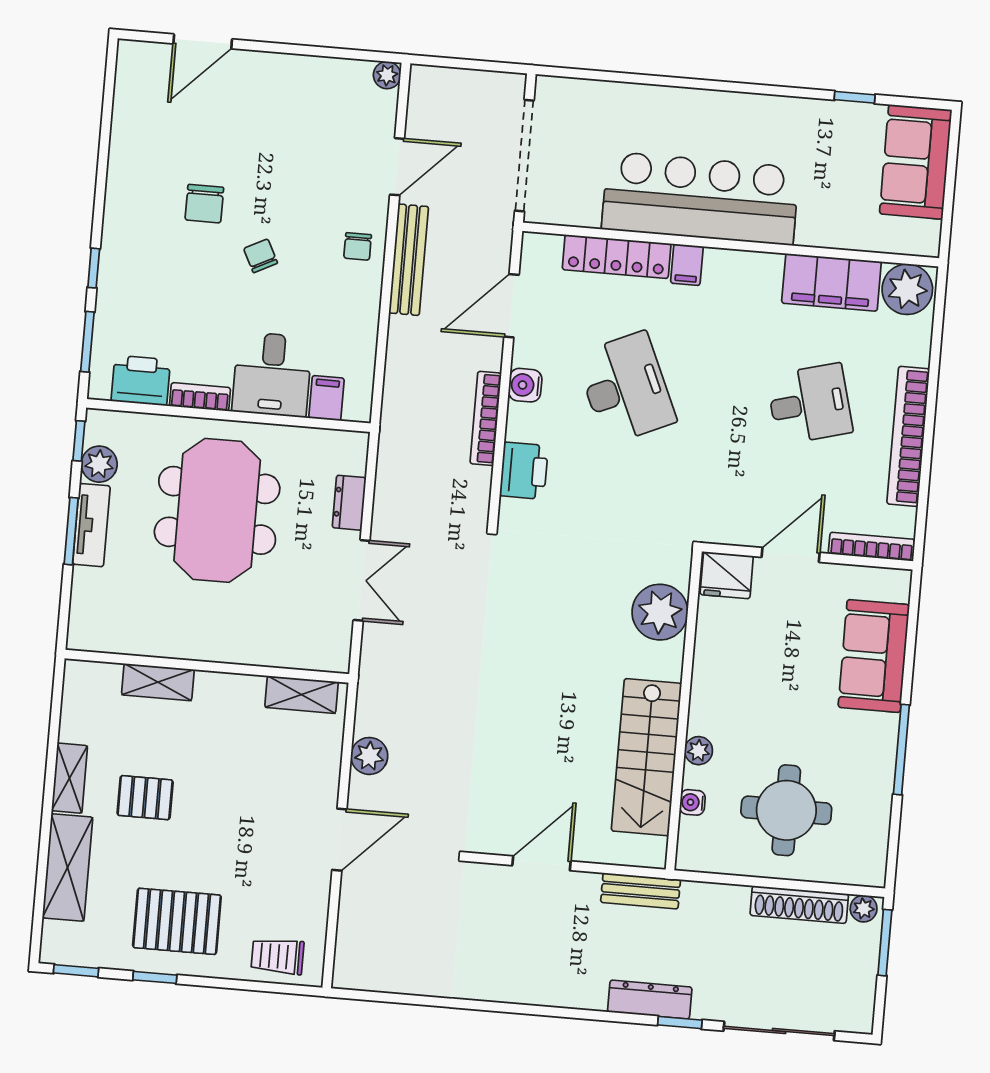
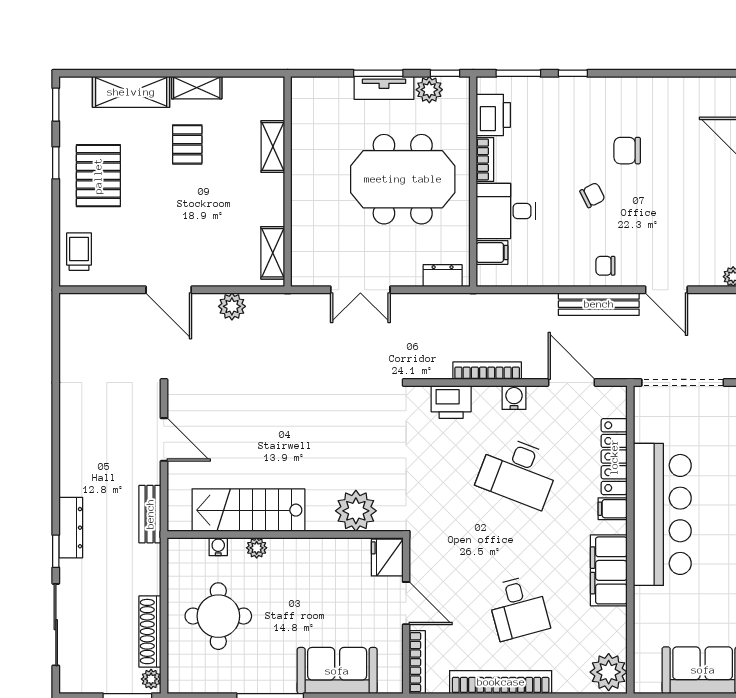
filing cabinet: (831, 282) -> (609, 570), moved
desk: (626, 388) -> (518, 472), turned 45
dresser: (349, 503) -> (443, 276), moved

